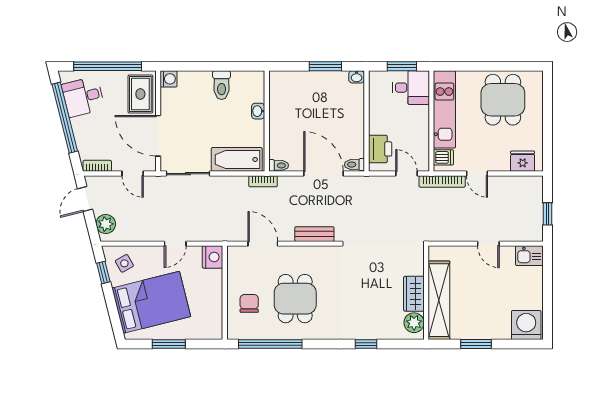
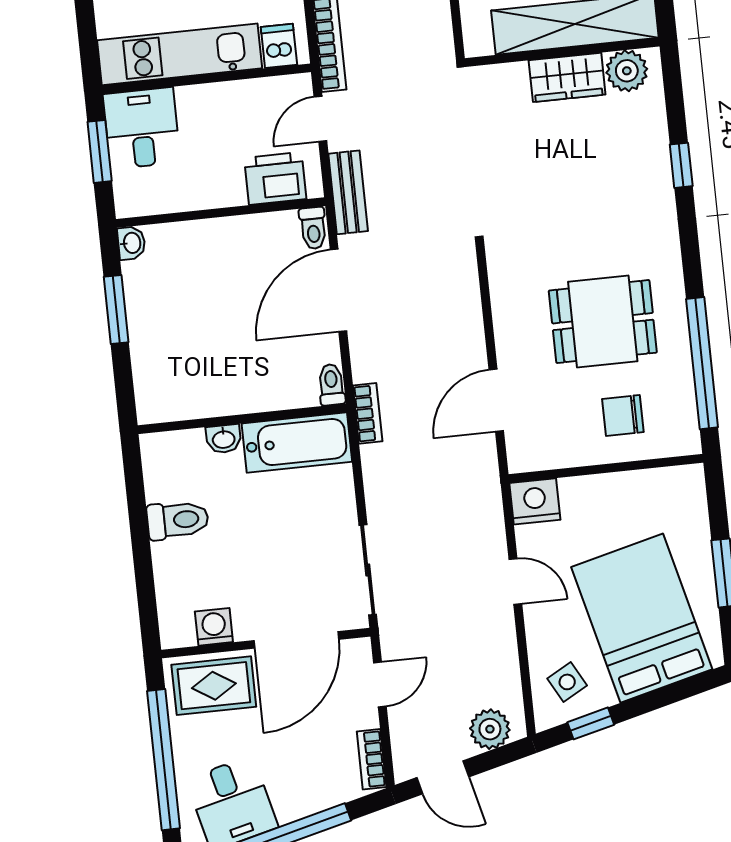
washing machine: (169, 79) -> (214, 627), moved
bathtub: (237, 159) -> (297, 443), moved, turned -90
bench: (314, 234) -> (348, 192), moved

